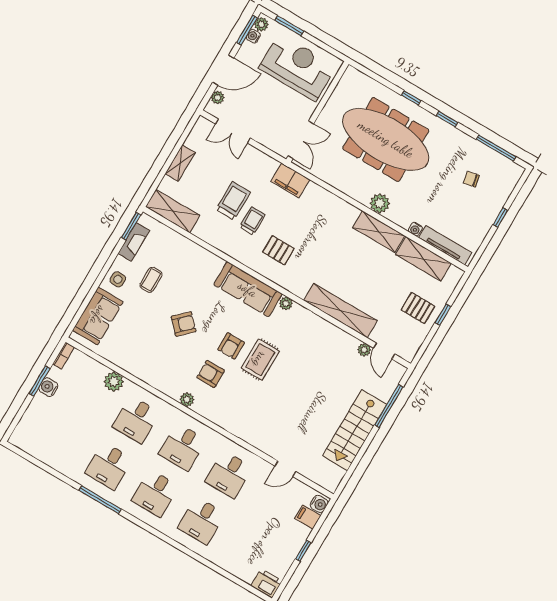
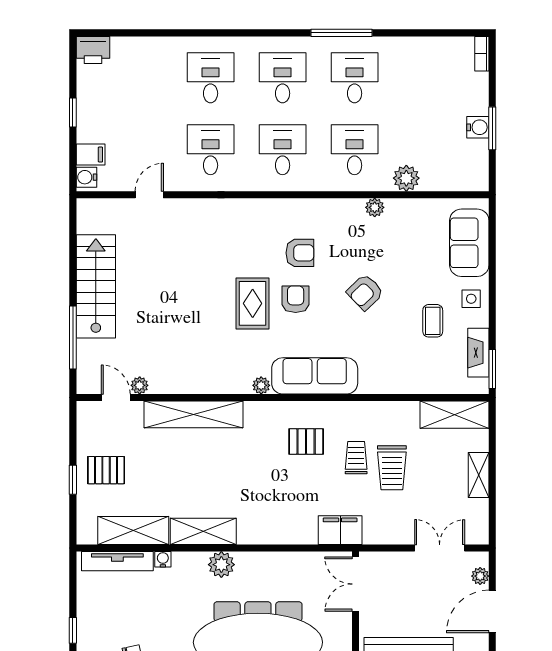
trolley: (252, 221) -> (356, 458), turned 180
bookcase: (63, 356) -> (482, 54), moved
plant: (187, 400) -> (375, 207), moved

